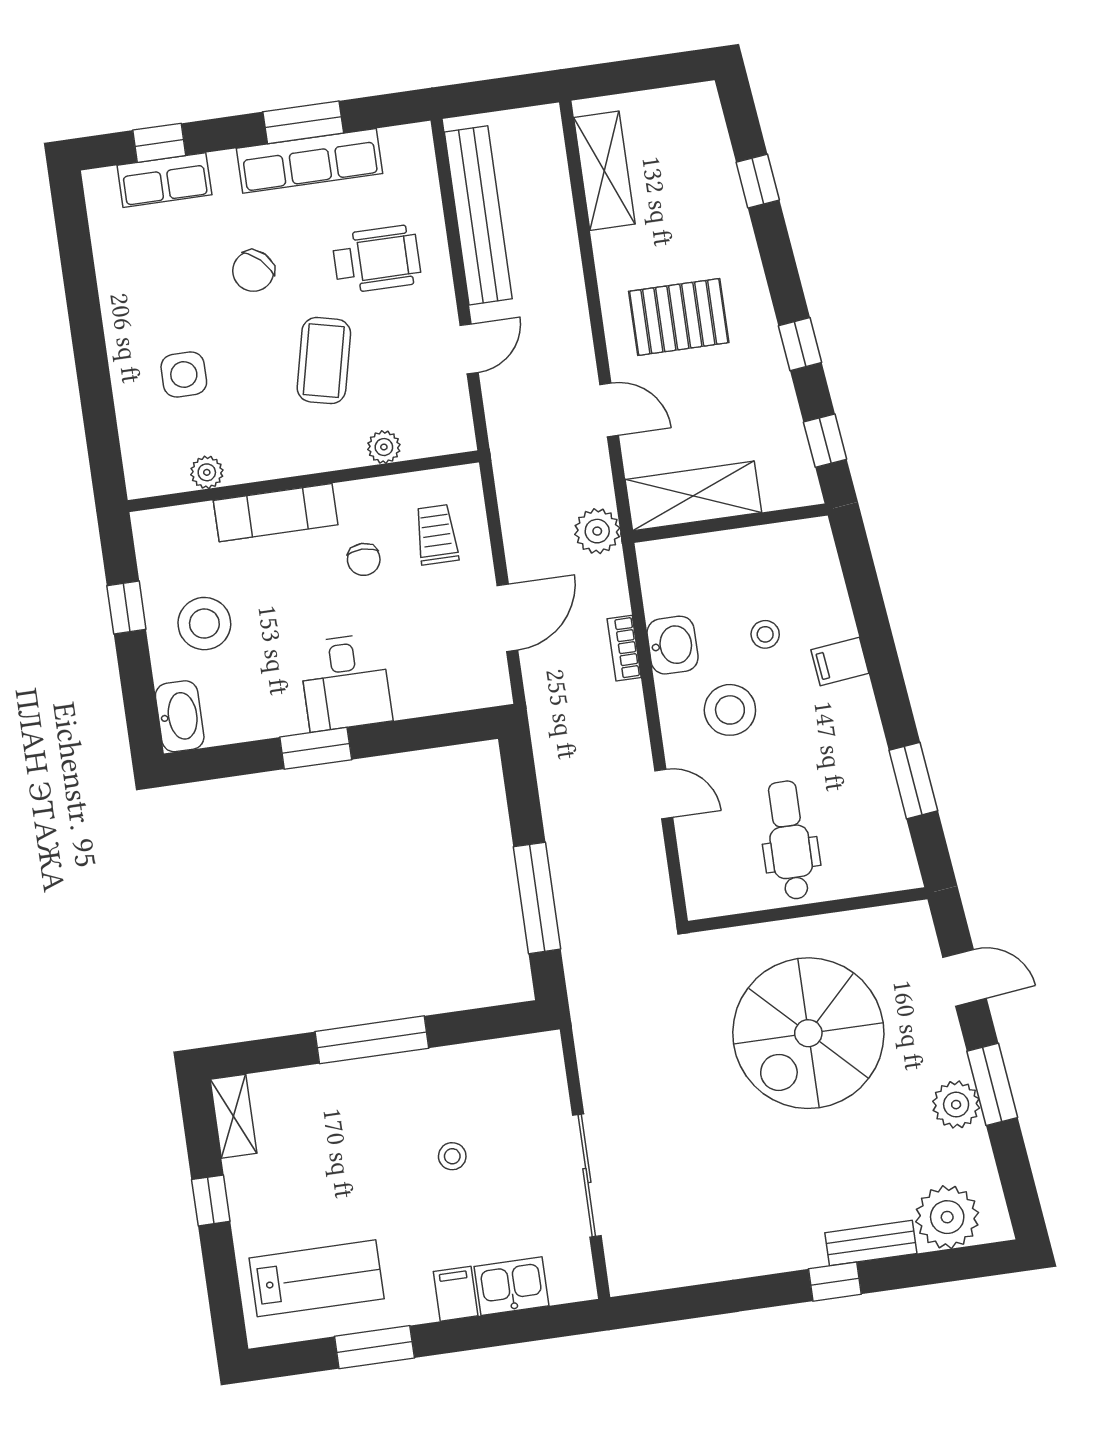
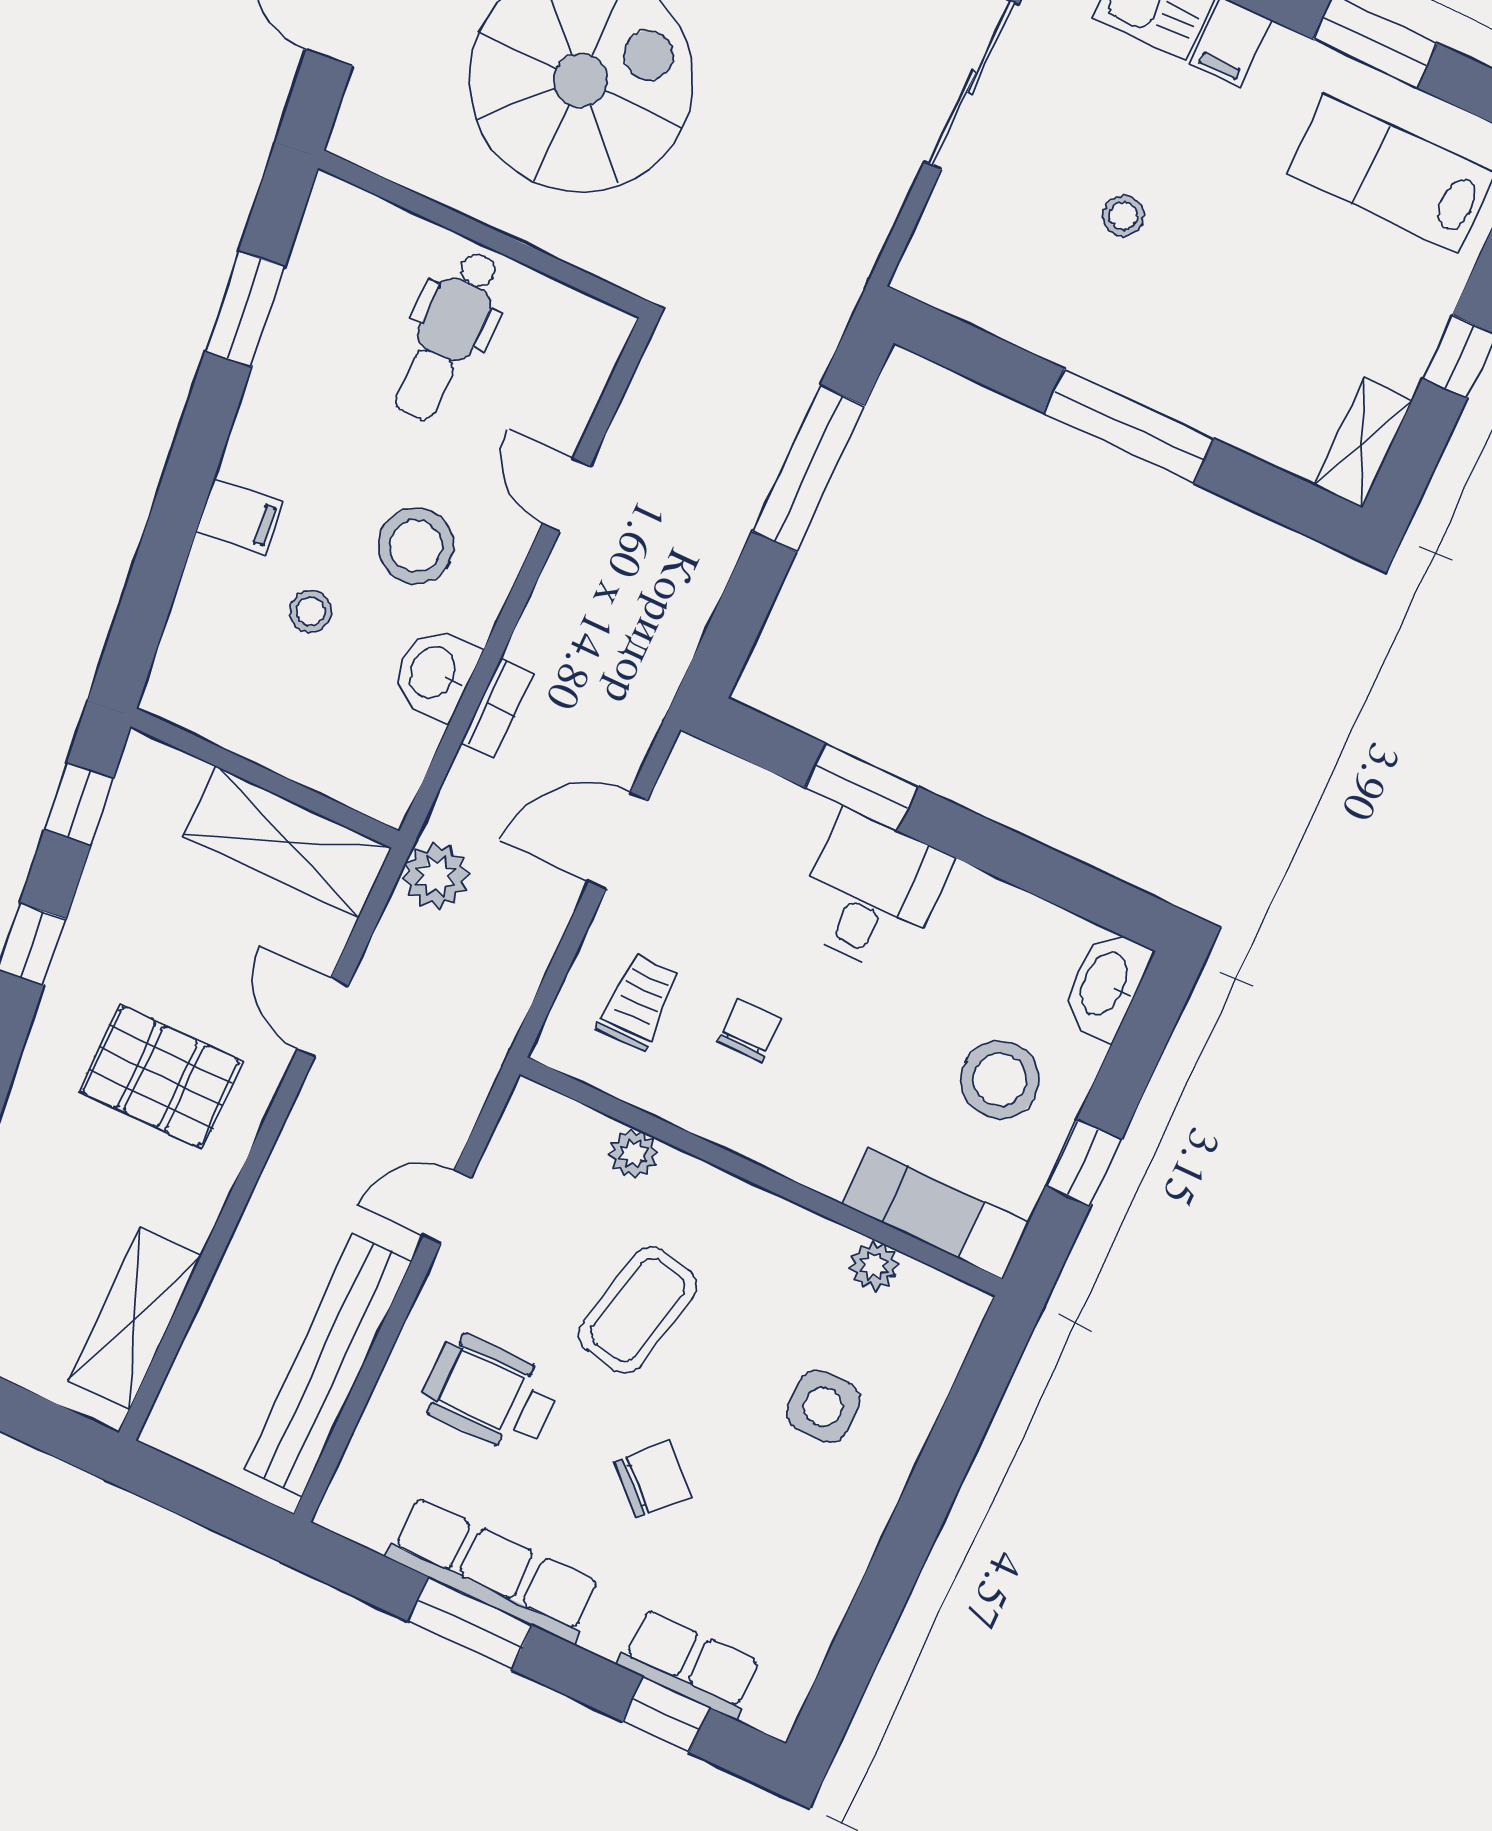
exam couch: (276, 513) -> (935, 1213), moved
trolley: (437, 535) -> (639, 1002), turned 180
window: (316, 748) -> (862, 787), moved

